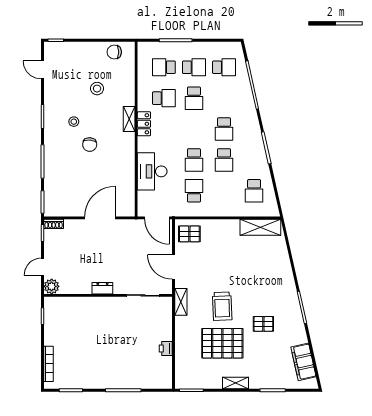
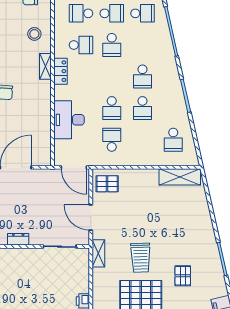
stool: (97, 89) -> (34, 34), moved
pallet: (263, 324) -> (183, 276), turned 90

